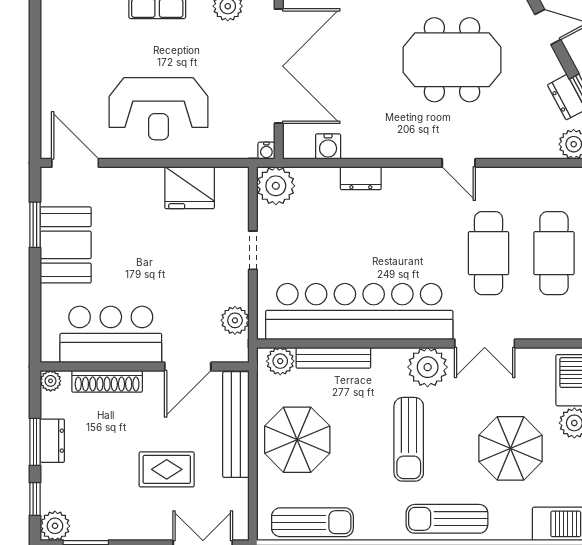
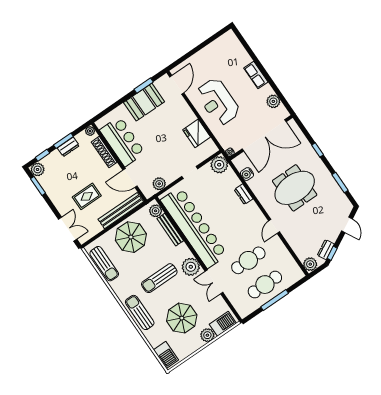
meeting table: (452, 60) -> (295, 188), moved, turned 90
rug: (167, 469) -> (87, 196), turned 90

